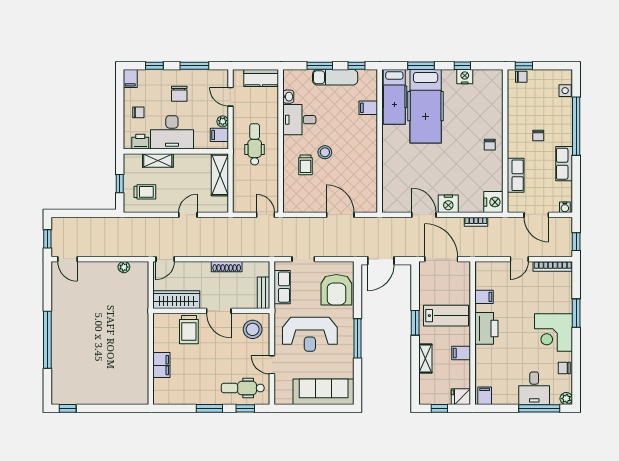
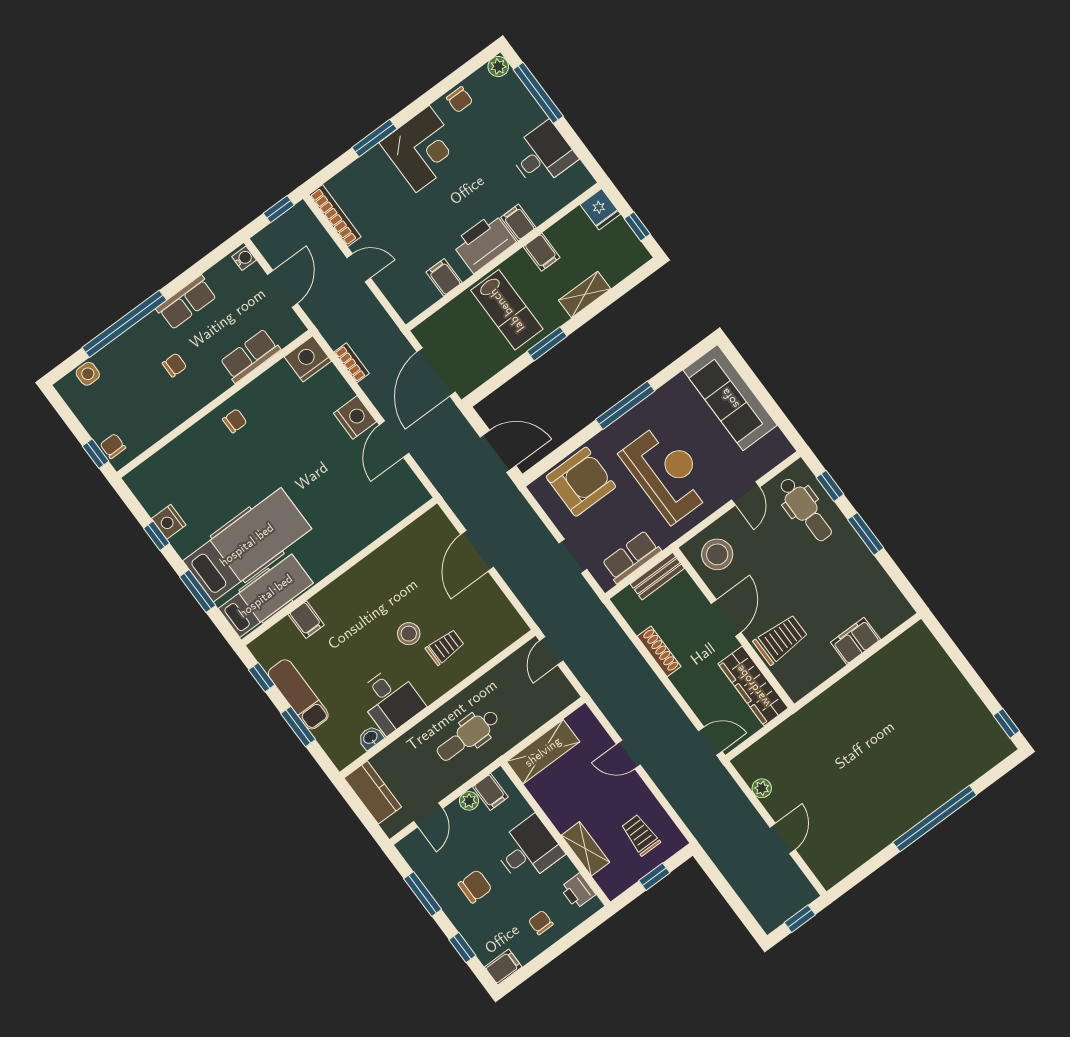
desk: (172, 132) -> (528, 850), width x0.73
door: (68, 259) -> (783, 838), moved
lab bench: (446, 316) -> (507, 310), turned 180
desk: (534, 388) -> (543, 155), moved
filing cabinet: (485, 396) -> (518, 222), moved, turned 90

